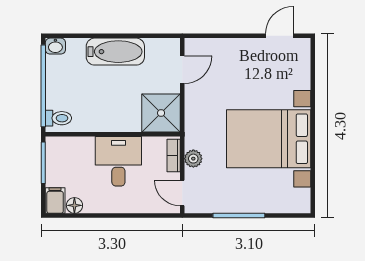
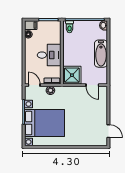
bed with nightstands: (269, 139) -> (44, 123), moved, turned 90
door: (182, 193) -> (34, 85), hinge flipped

